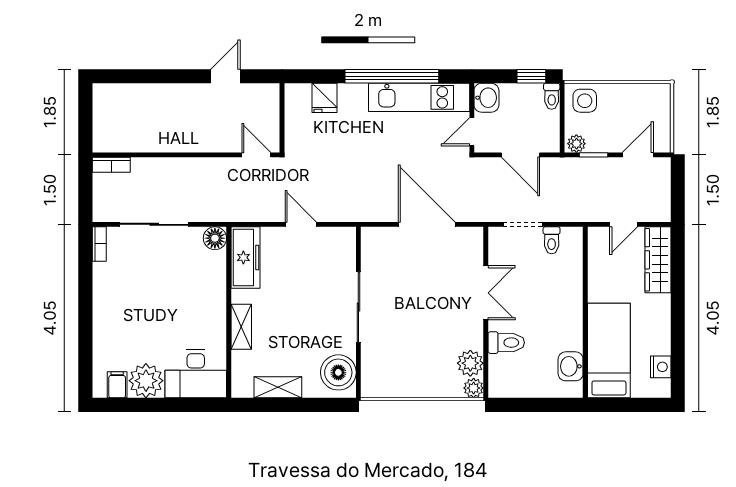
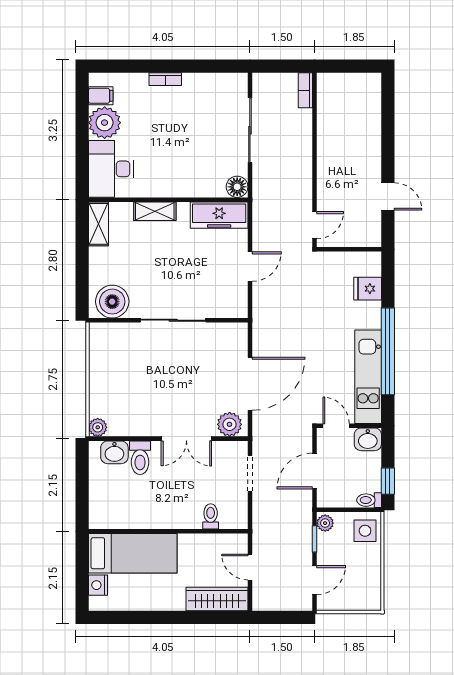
door: (638, 155) -> (315, 580), hinge flipped
toilet: (552, 240) -> (211, 516), moved, turned 90
bookcase: (99, 244) -> (165, 79), moved
plant: (470, 363) -> (230, 424), moved
washbasin: (571, 366) -> (114, 452), moved, turned 180
nightstand: (661, 367) -> (98, 585), moved, turned 90
shelving: (278, 387) -> (98, 224), moved

